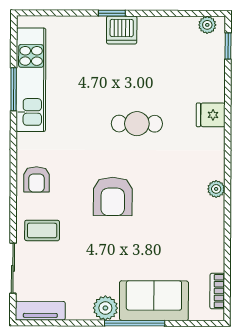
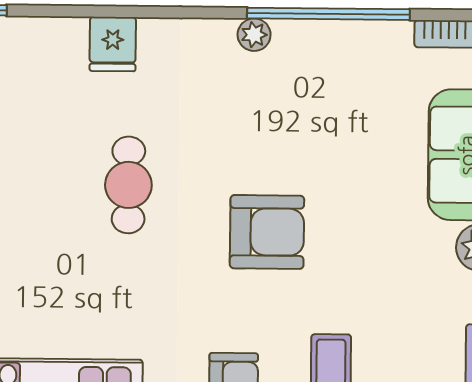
window: (227, 228) -> (328, 14), added

